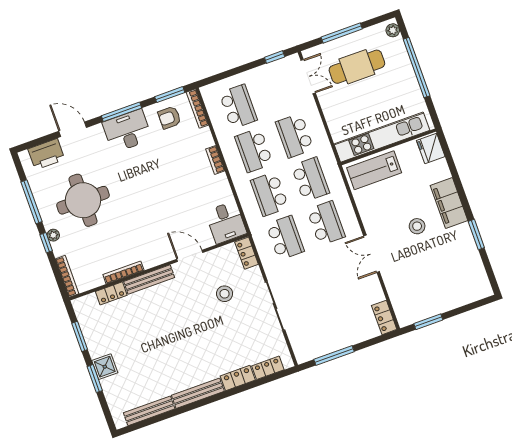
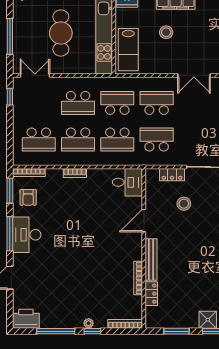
cafe table: (357, 67) -> (61, 33), moved
school desk: (238, 106) -> (39, 140), turned 180
printer: (46, 154) -> (26, 319), moved, turned -90
round table: (83, 200) -> (69, 290), removed
stool: (417, 226) -> (166, 32), moved
locker: (247, 253) -> (172, 175), moved

